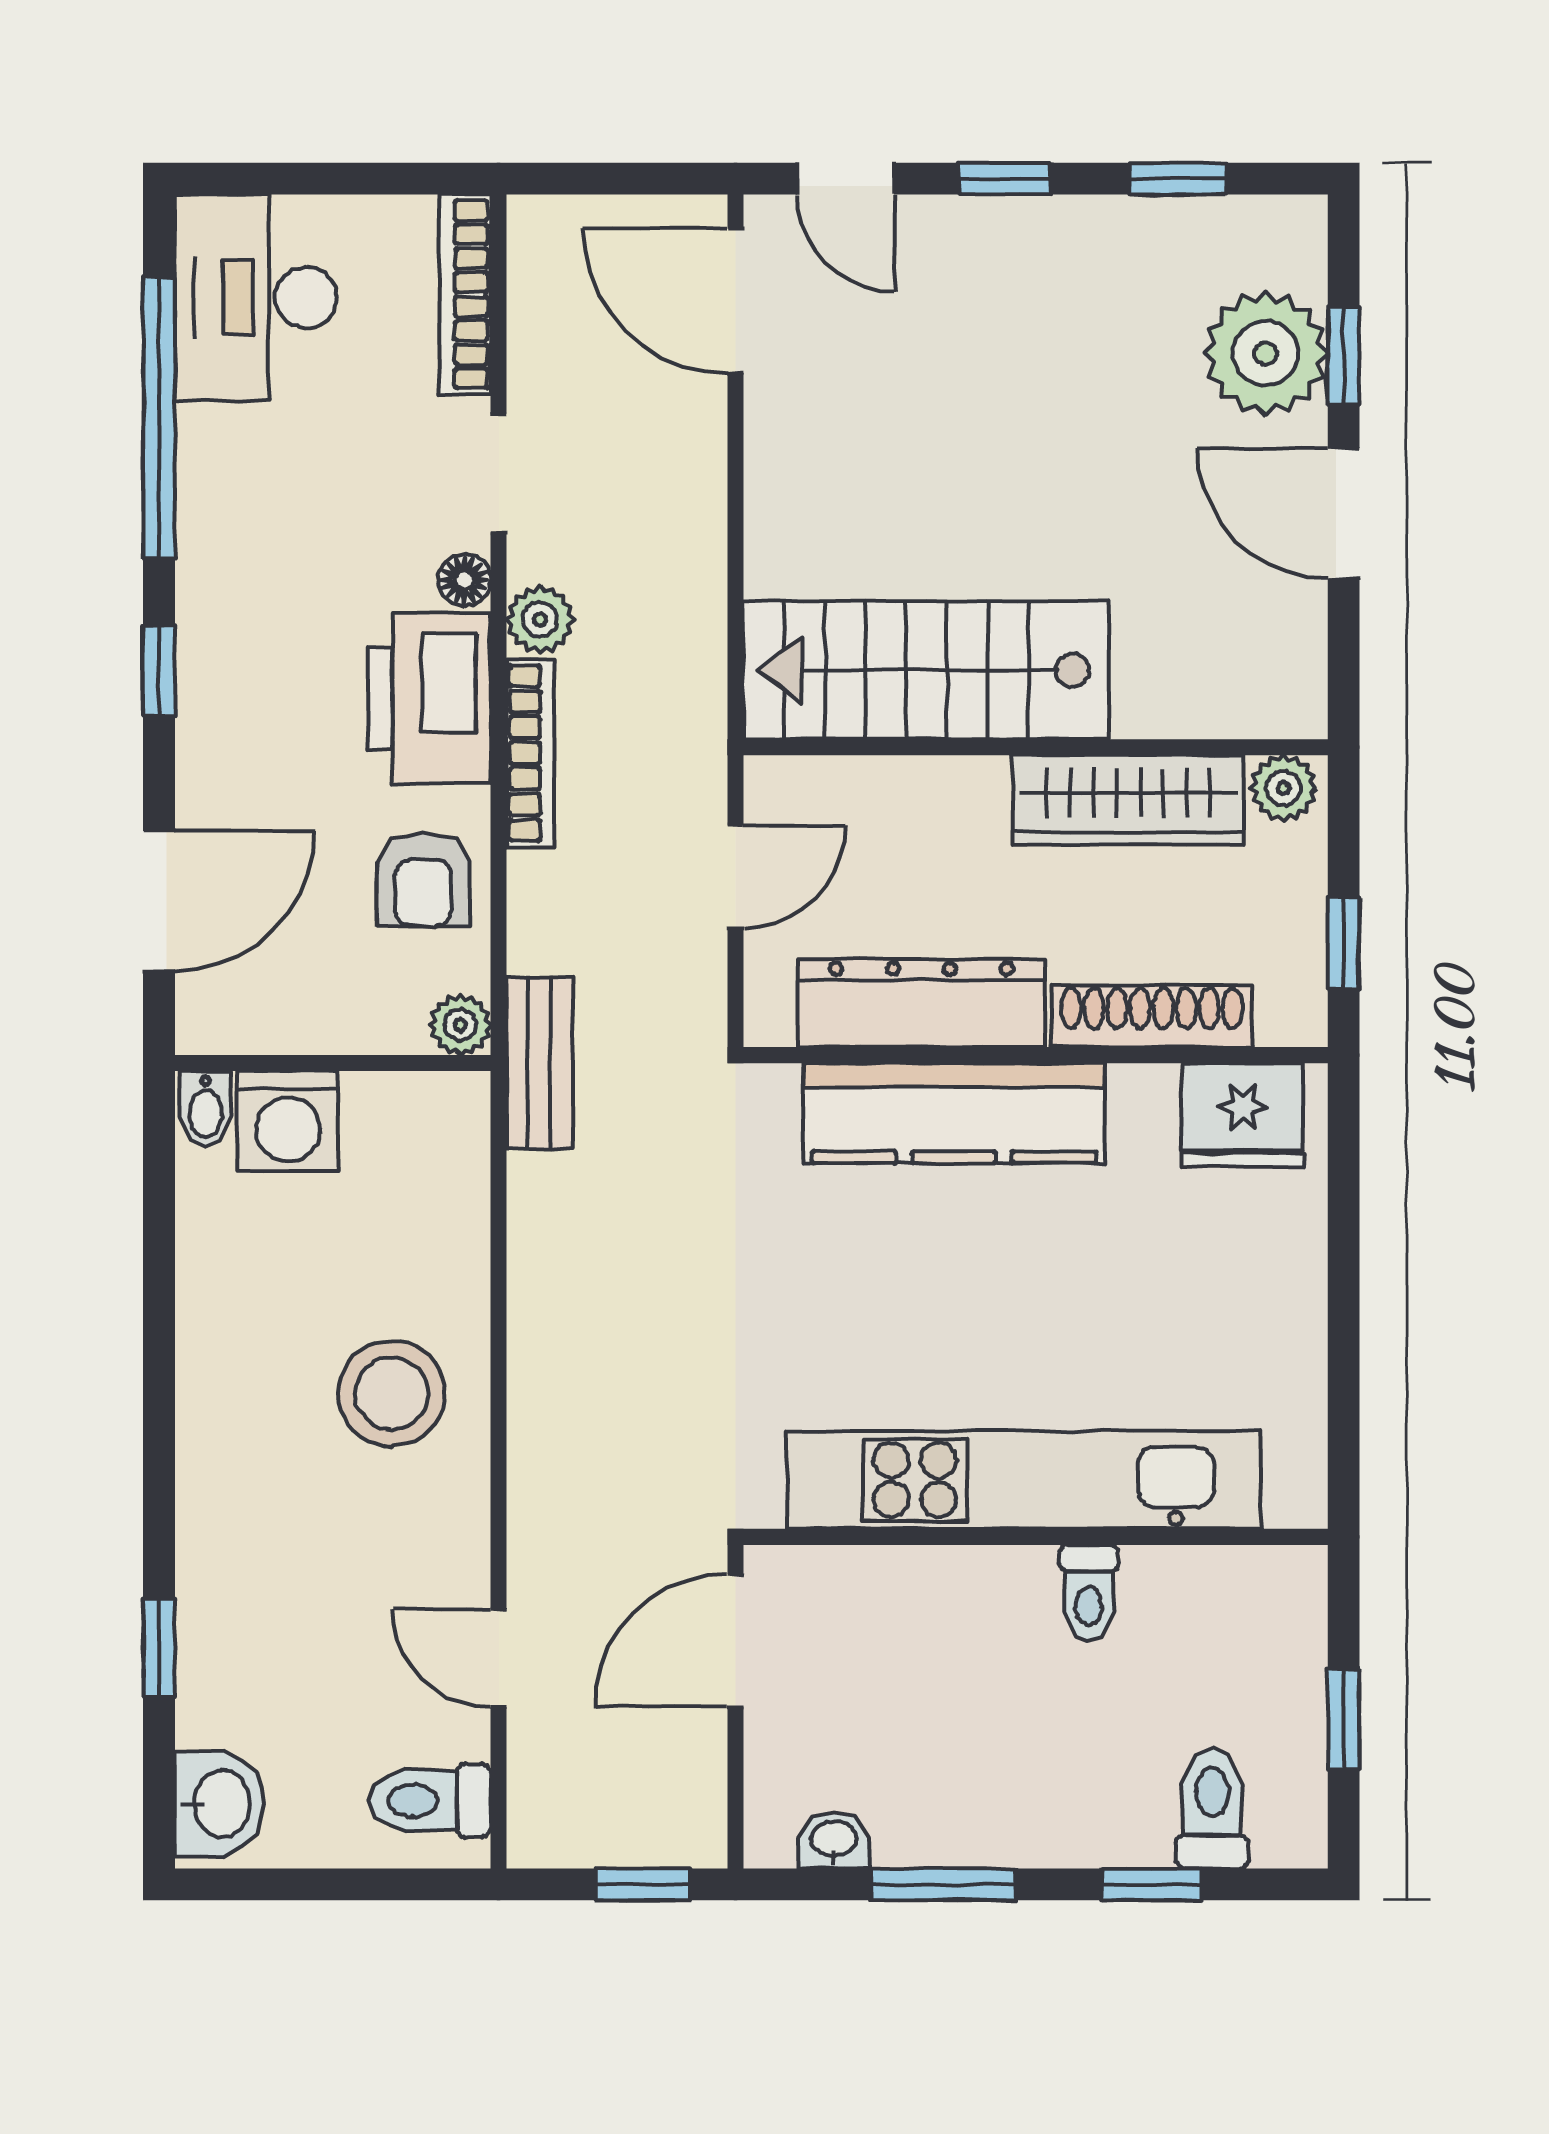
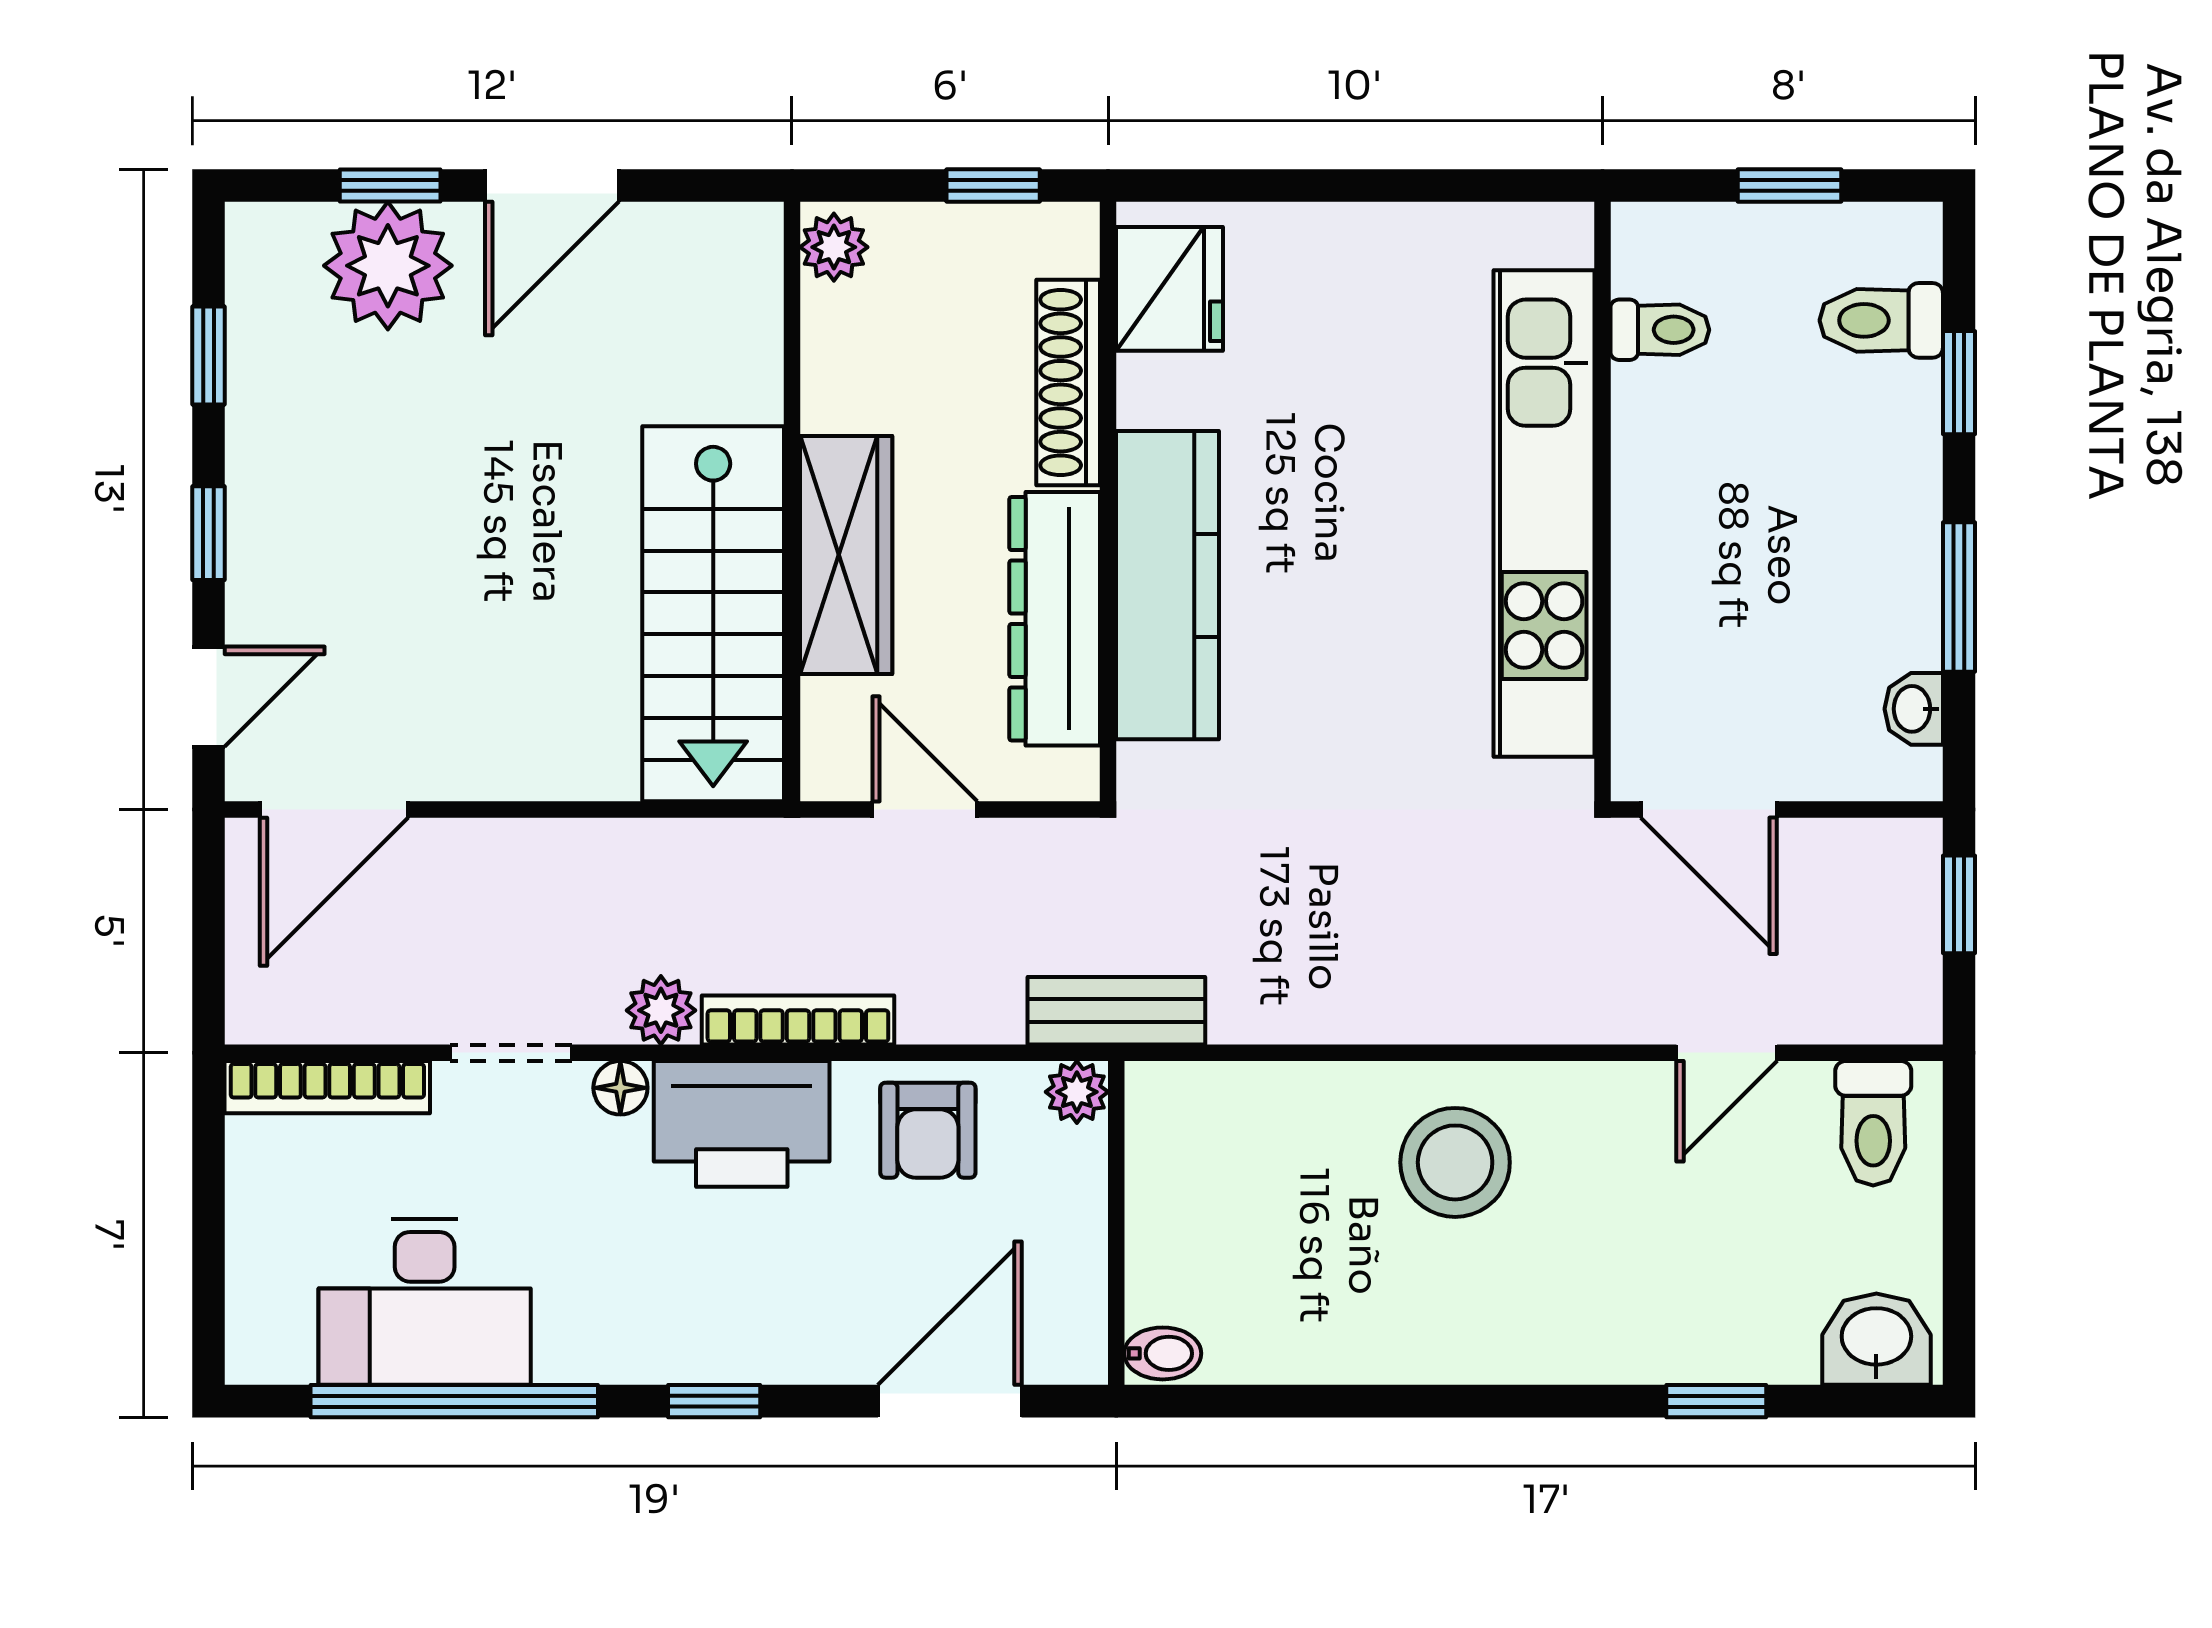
desk: (256, 298) -> (425, 1302), moved
wardrobe: (1128, 800) -> (846, 555), moved
armchair: (423, 880) -> (928, 1130), turned 90
door: (159, 901) -> (950, 1401), hinge flipped
washing machine: (288, 1121) -> (1176, 1269), removed
toilet: (1089, 1593) -> (1660, 330), moved

